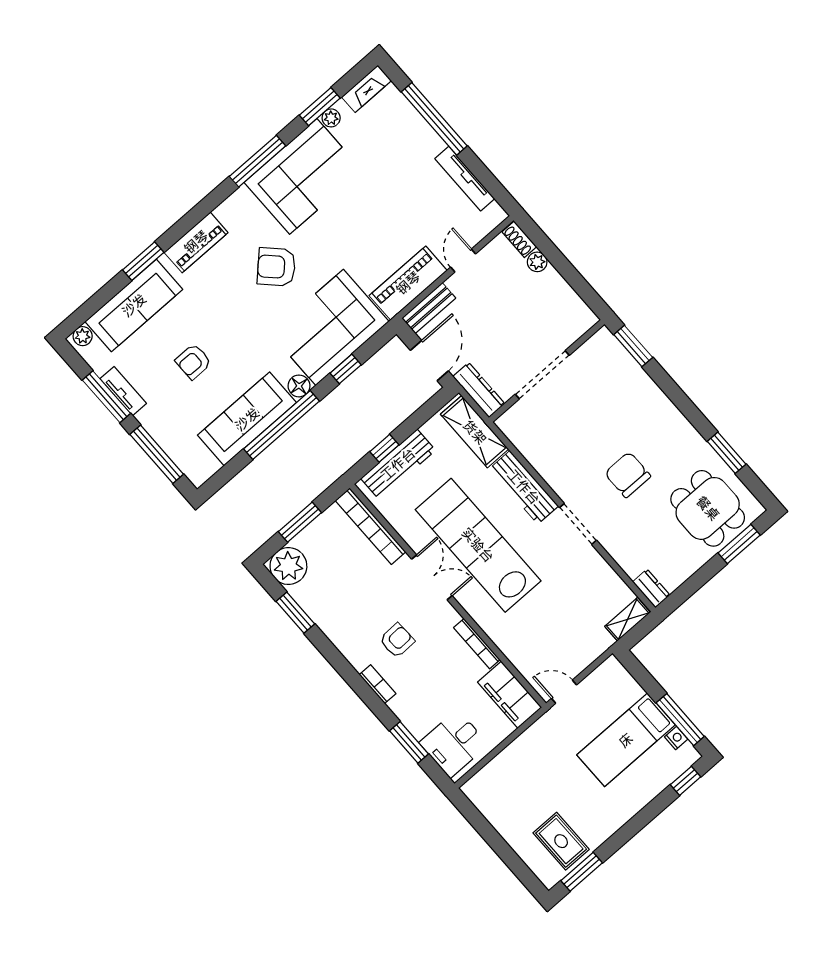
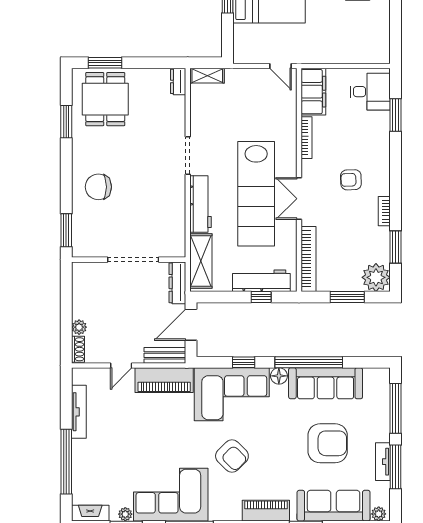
armchair: (193, 362) -> (328, 443), width x1.88, depth x1.88
chair: (628, 475) -> (98, 187), moved, turned 90
bookcase: (378, 684) -> (384, 211), moved

